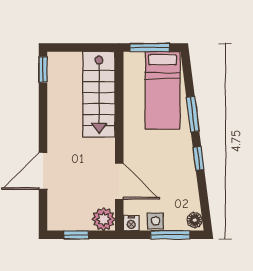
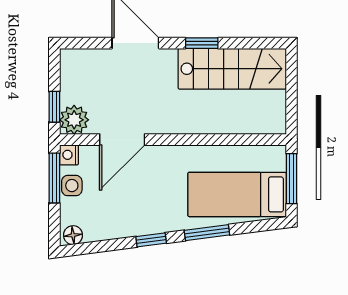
window: (43, 70) -> (202, 43), moved
stairs: (99, 94) -> (232, 69), moved, turned 180
window: (76, 235) -> (54, 107), moved
window: (170, 235) -> (54, 178), moved

